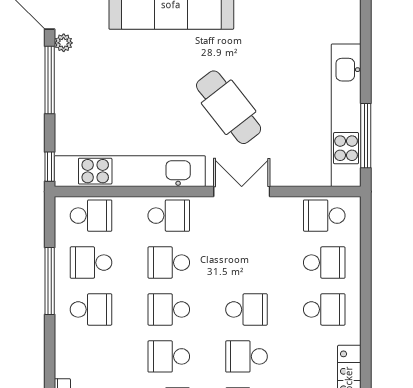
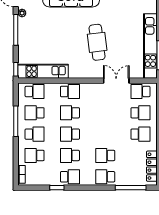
cafe table: (229, 107) -> (97, 42), turned 31
kitchen unit: (130, 171) -> (43, 71), width x0.73
double door: (242, 192) -> (116, 81), moved
school desk: (247, 309) -> (35, 155), moved, turned 180

